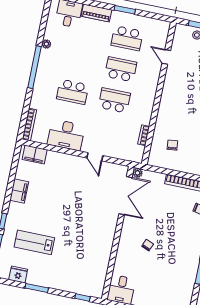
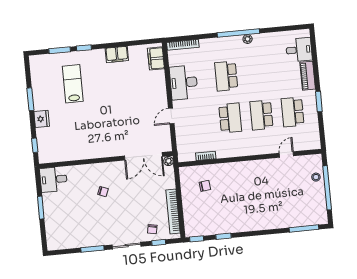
plant: (46, 44) -> (248, 39), moved
school desk: (121, 69) -> (261, 115), turned 180
fridge: (18, 274) -> (42, 119), moved

